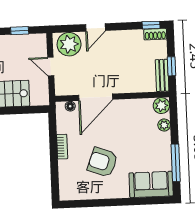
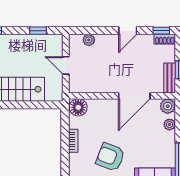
door: (95, 27) -> (128, 31), moved
plant: (69, 44) -> (89, 40), width x0.53, depth x0.53
door: (96, 97) -> (134, 96), moved
floor lamp: (70, 106) -> (78, 107), width x1.89, depth x1.89

